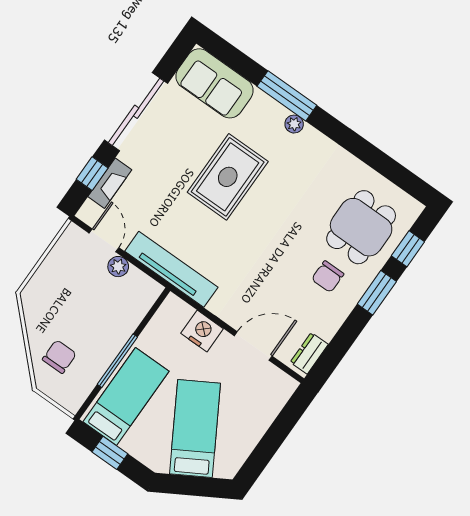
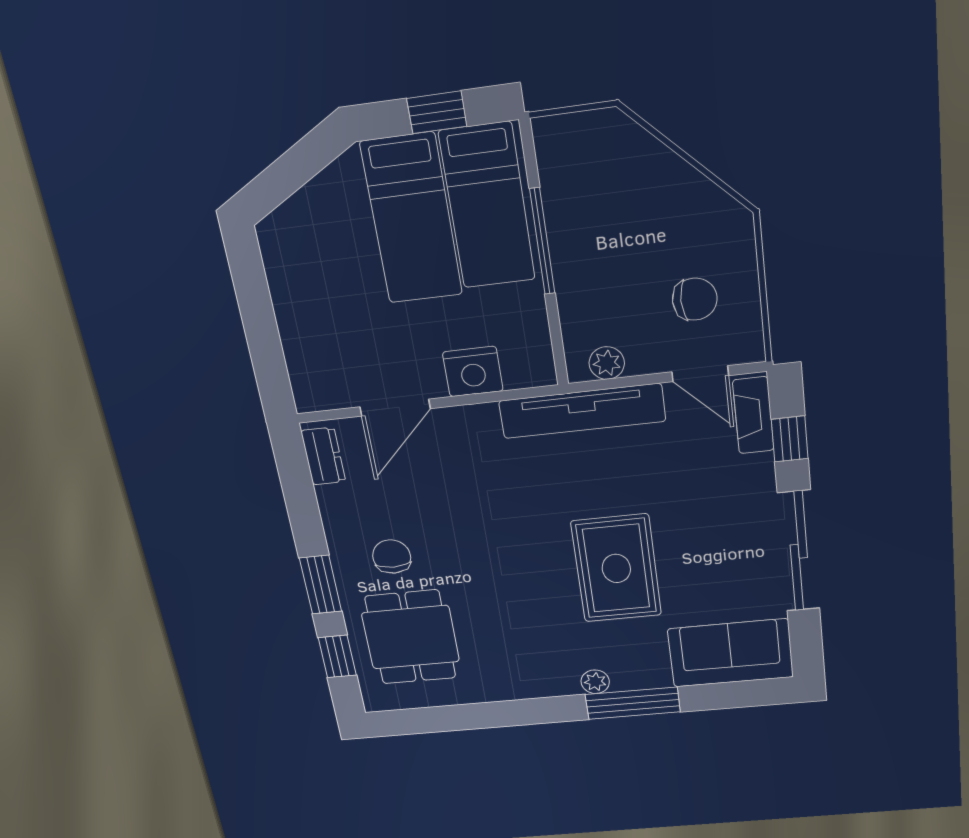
fireplace: (110, 183) -> (753, 415), moved
plant: (118, 267) -> (607, 363), moved
chair: (59, 357) -> (695, 299), moved, turned -90
bed: (195, 429) -> (412, 219), moved, turned 30

